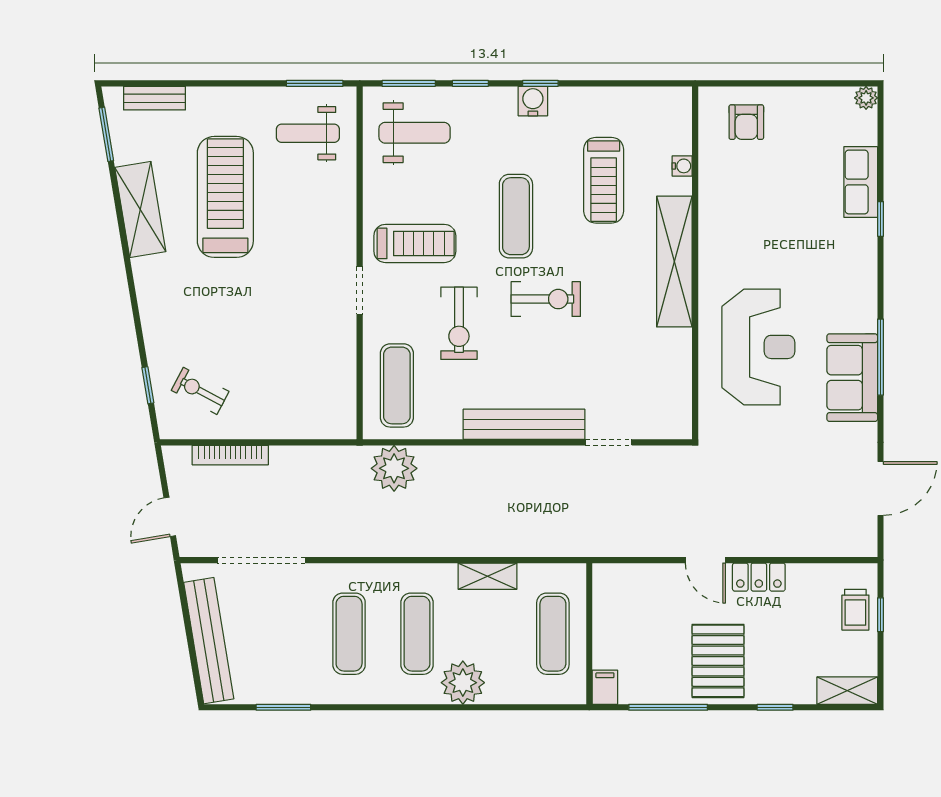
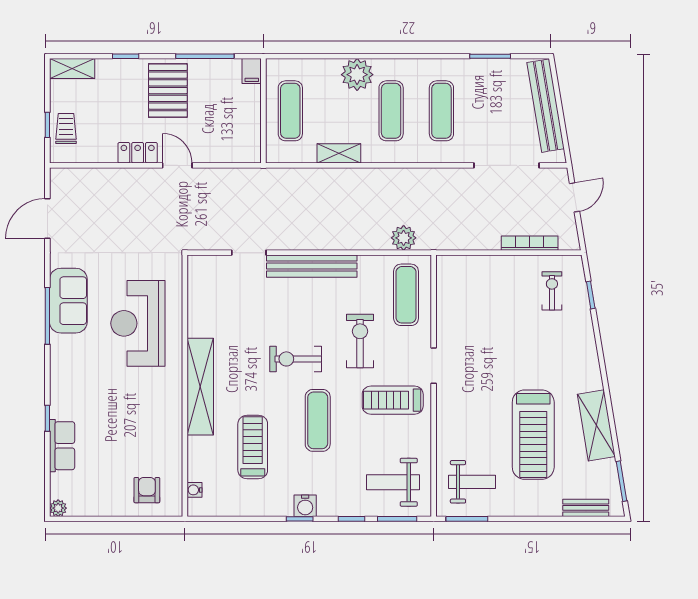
water cooler: (682, 166) -> (194, 490), moved
exercise bike: (200, 391) -> (552, 291), turned -118
plant: (394, 468) -> (404, 238), width x0.73, depth x0.73

